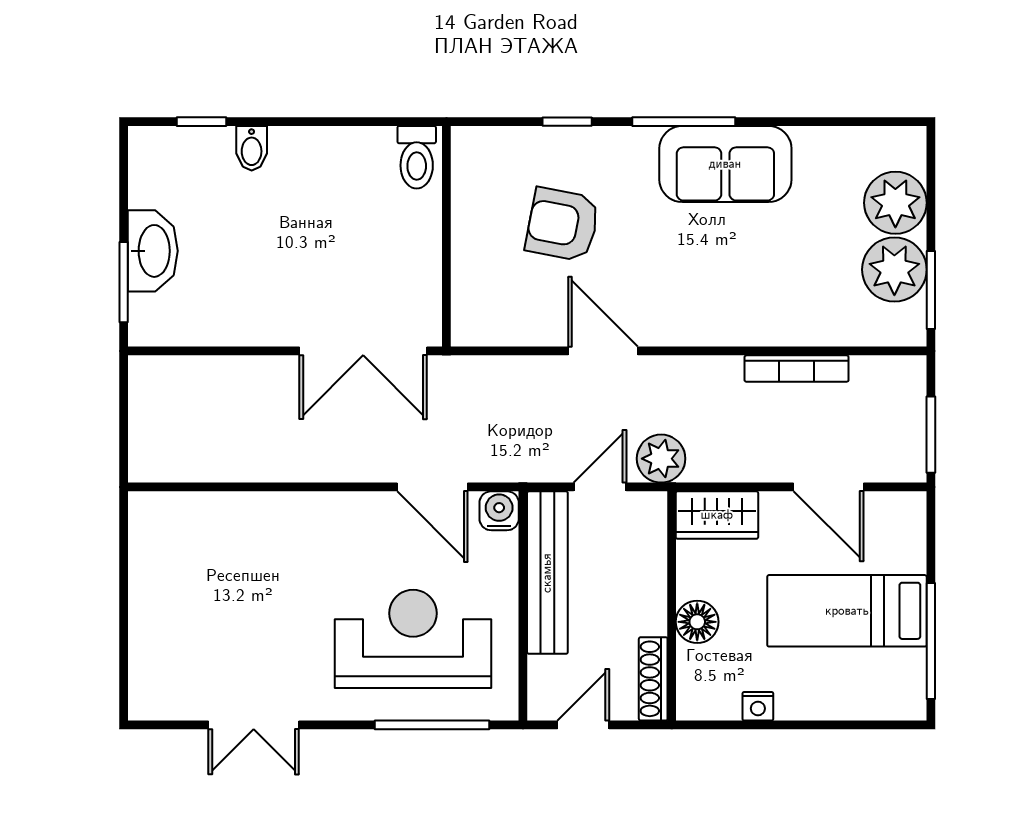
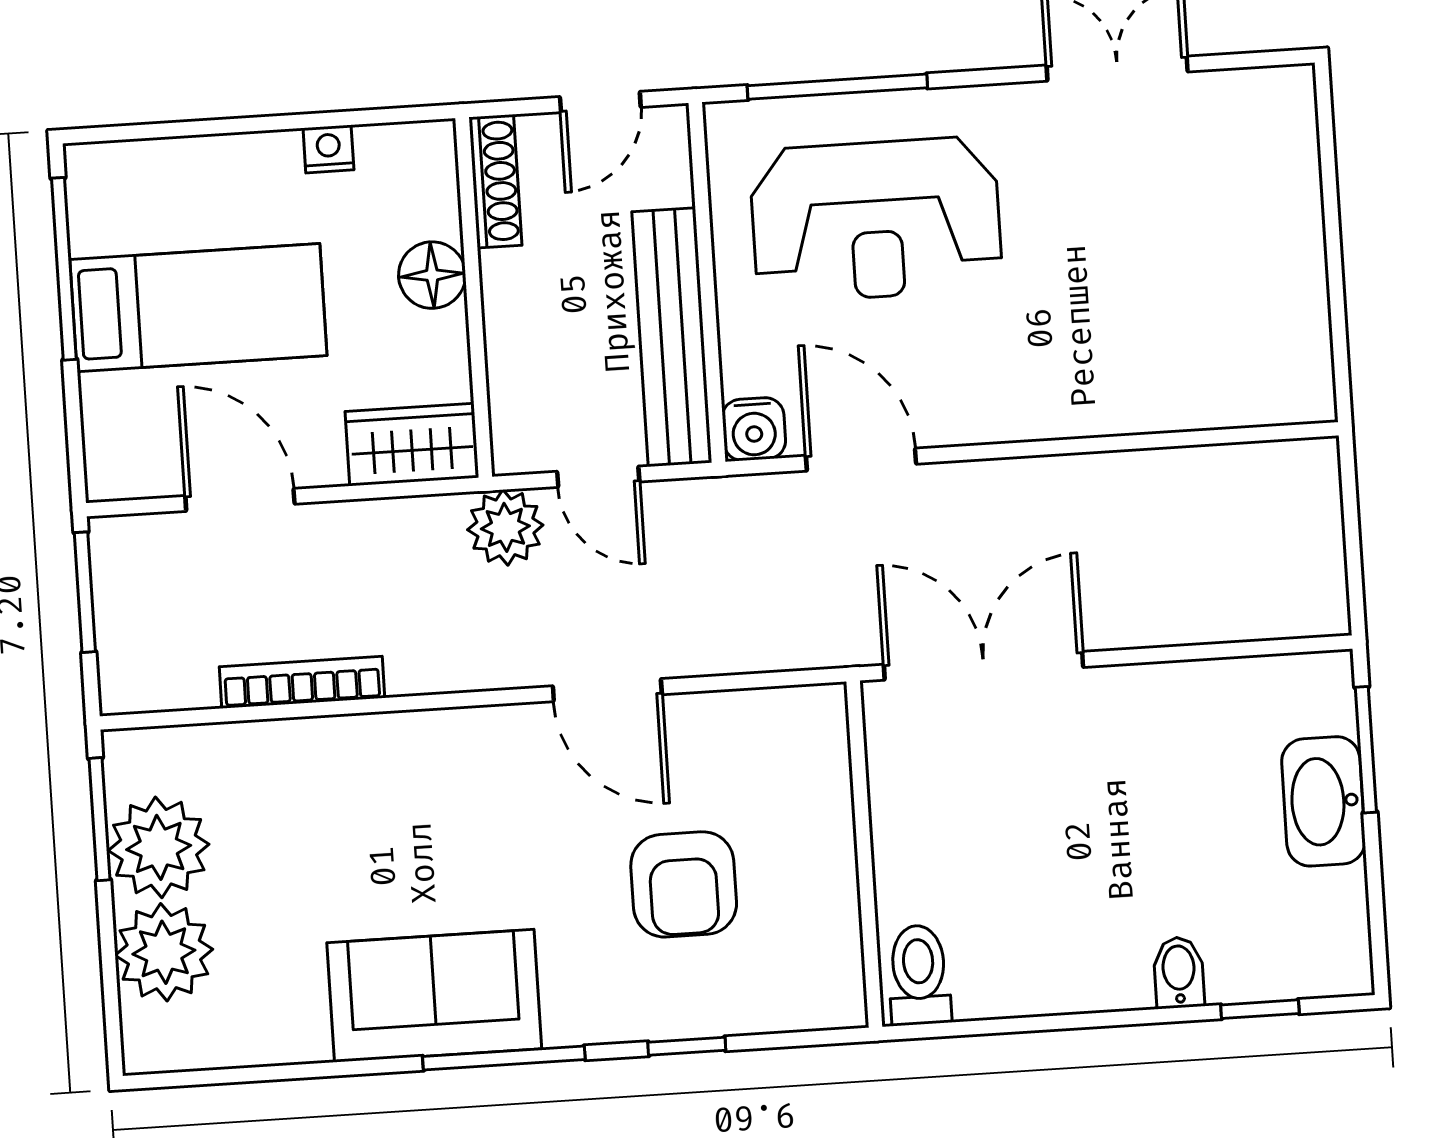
armchair: (562, 224) -> (684, 884), turned 79
door: (600, 487) -> (598, 477), hinge flipped

